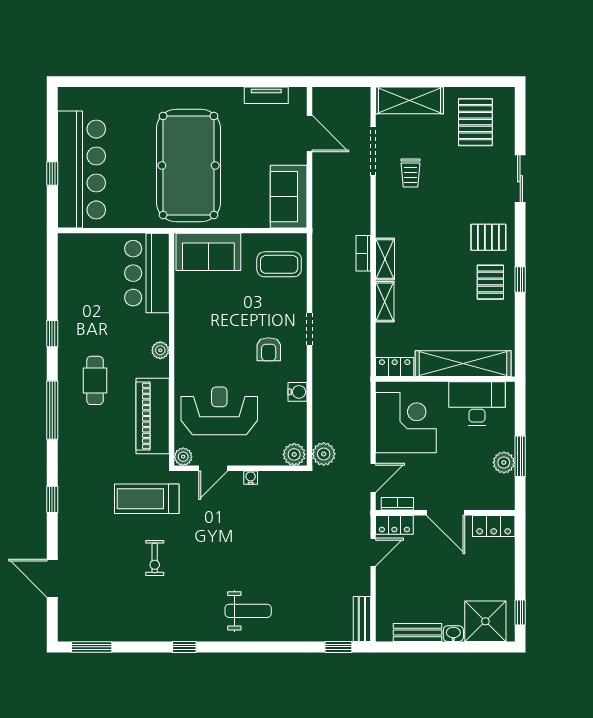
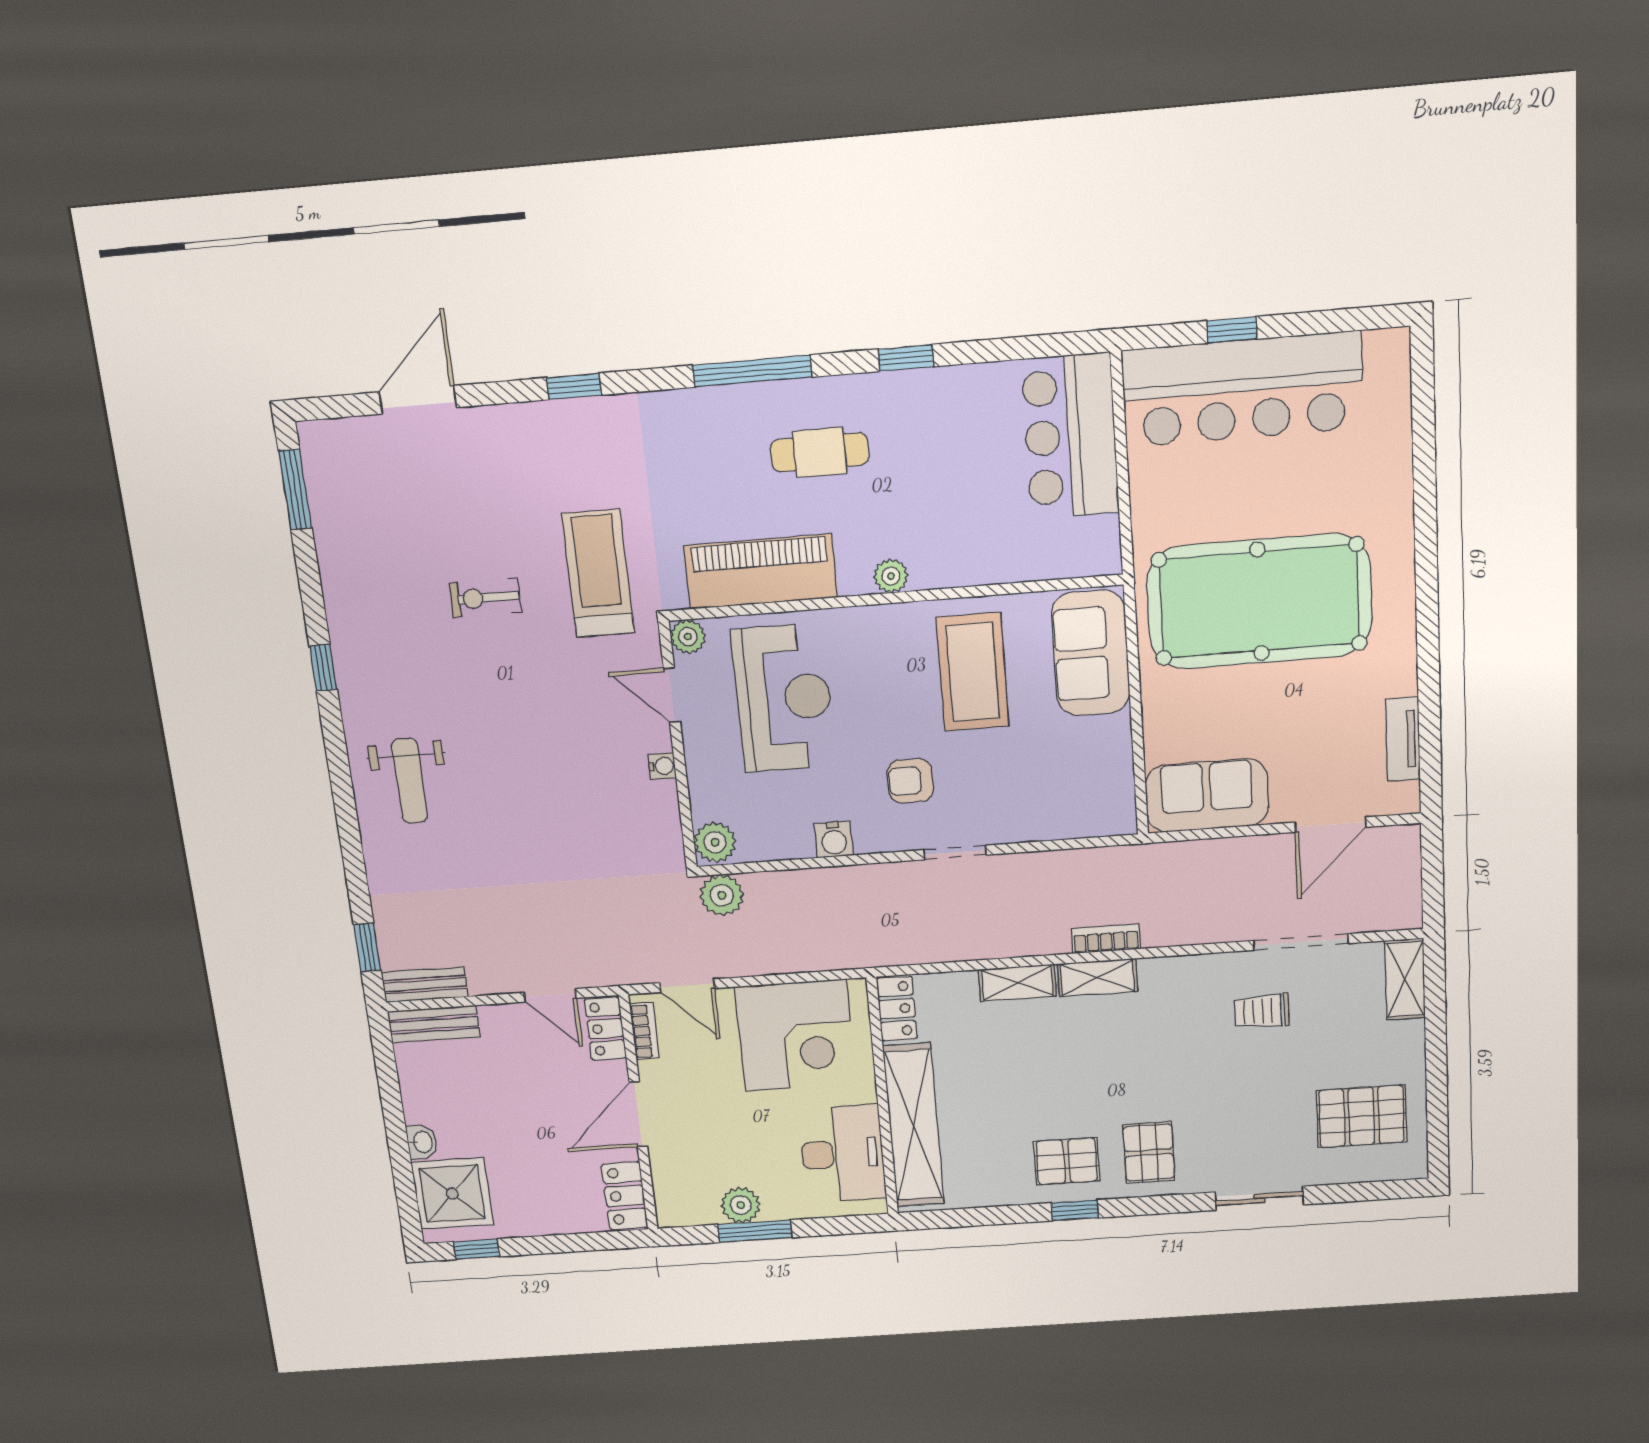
shelving: (409, 100) -> (1405, 979), width x0.67, depth x0.75
coffee table: (279, 264) -> (973, 672), moved, width x1.36, depth x1.32
bar counter: (147, 273) -> (1070, 436), moved, turned -90
bench: (417, 632) -> (434, 1024), moved, turned 90

